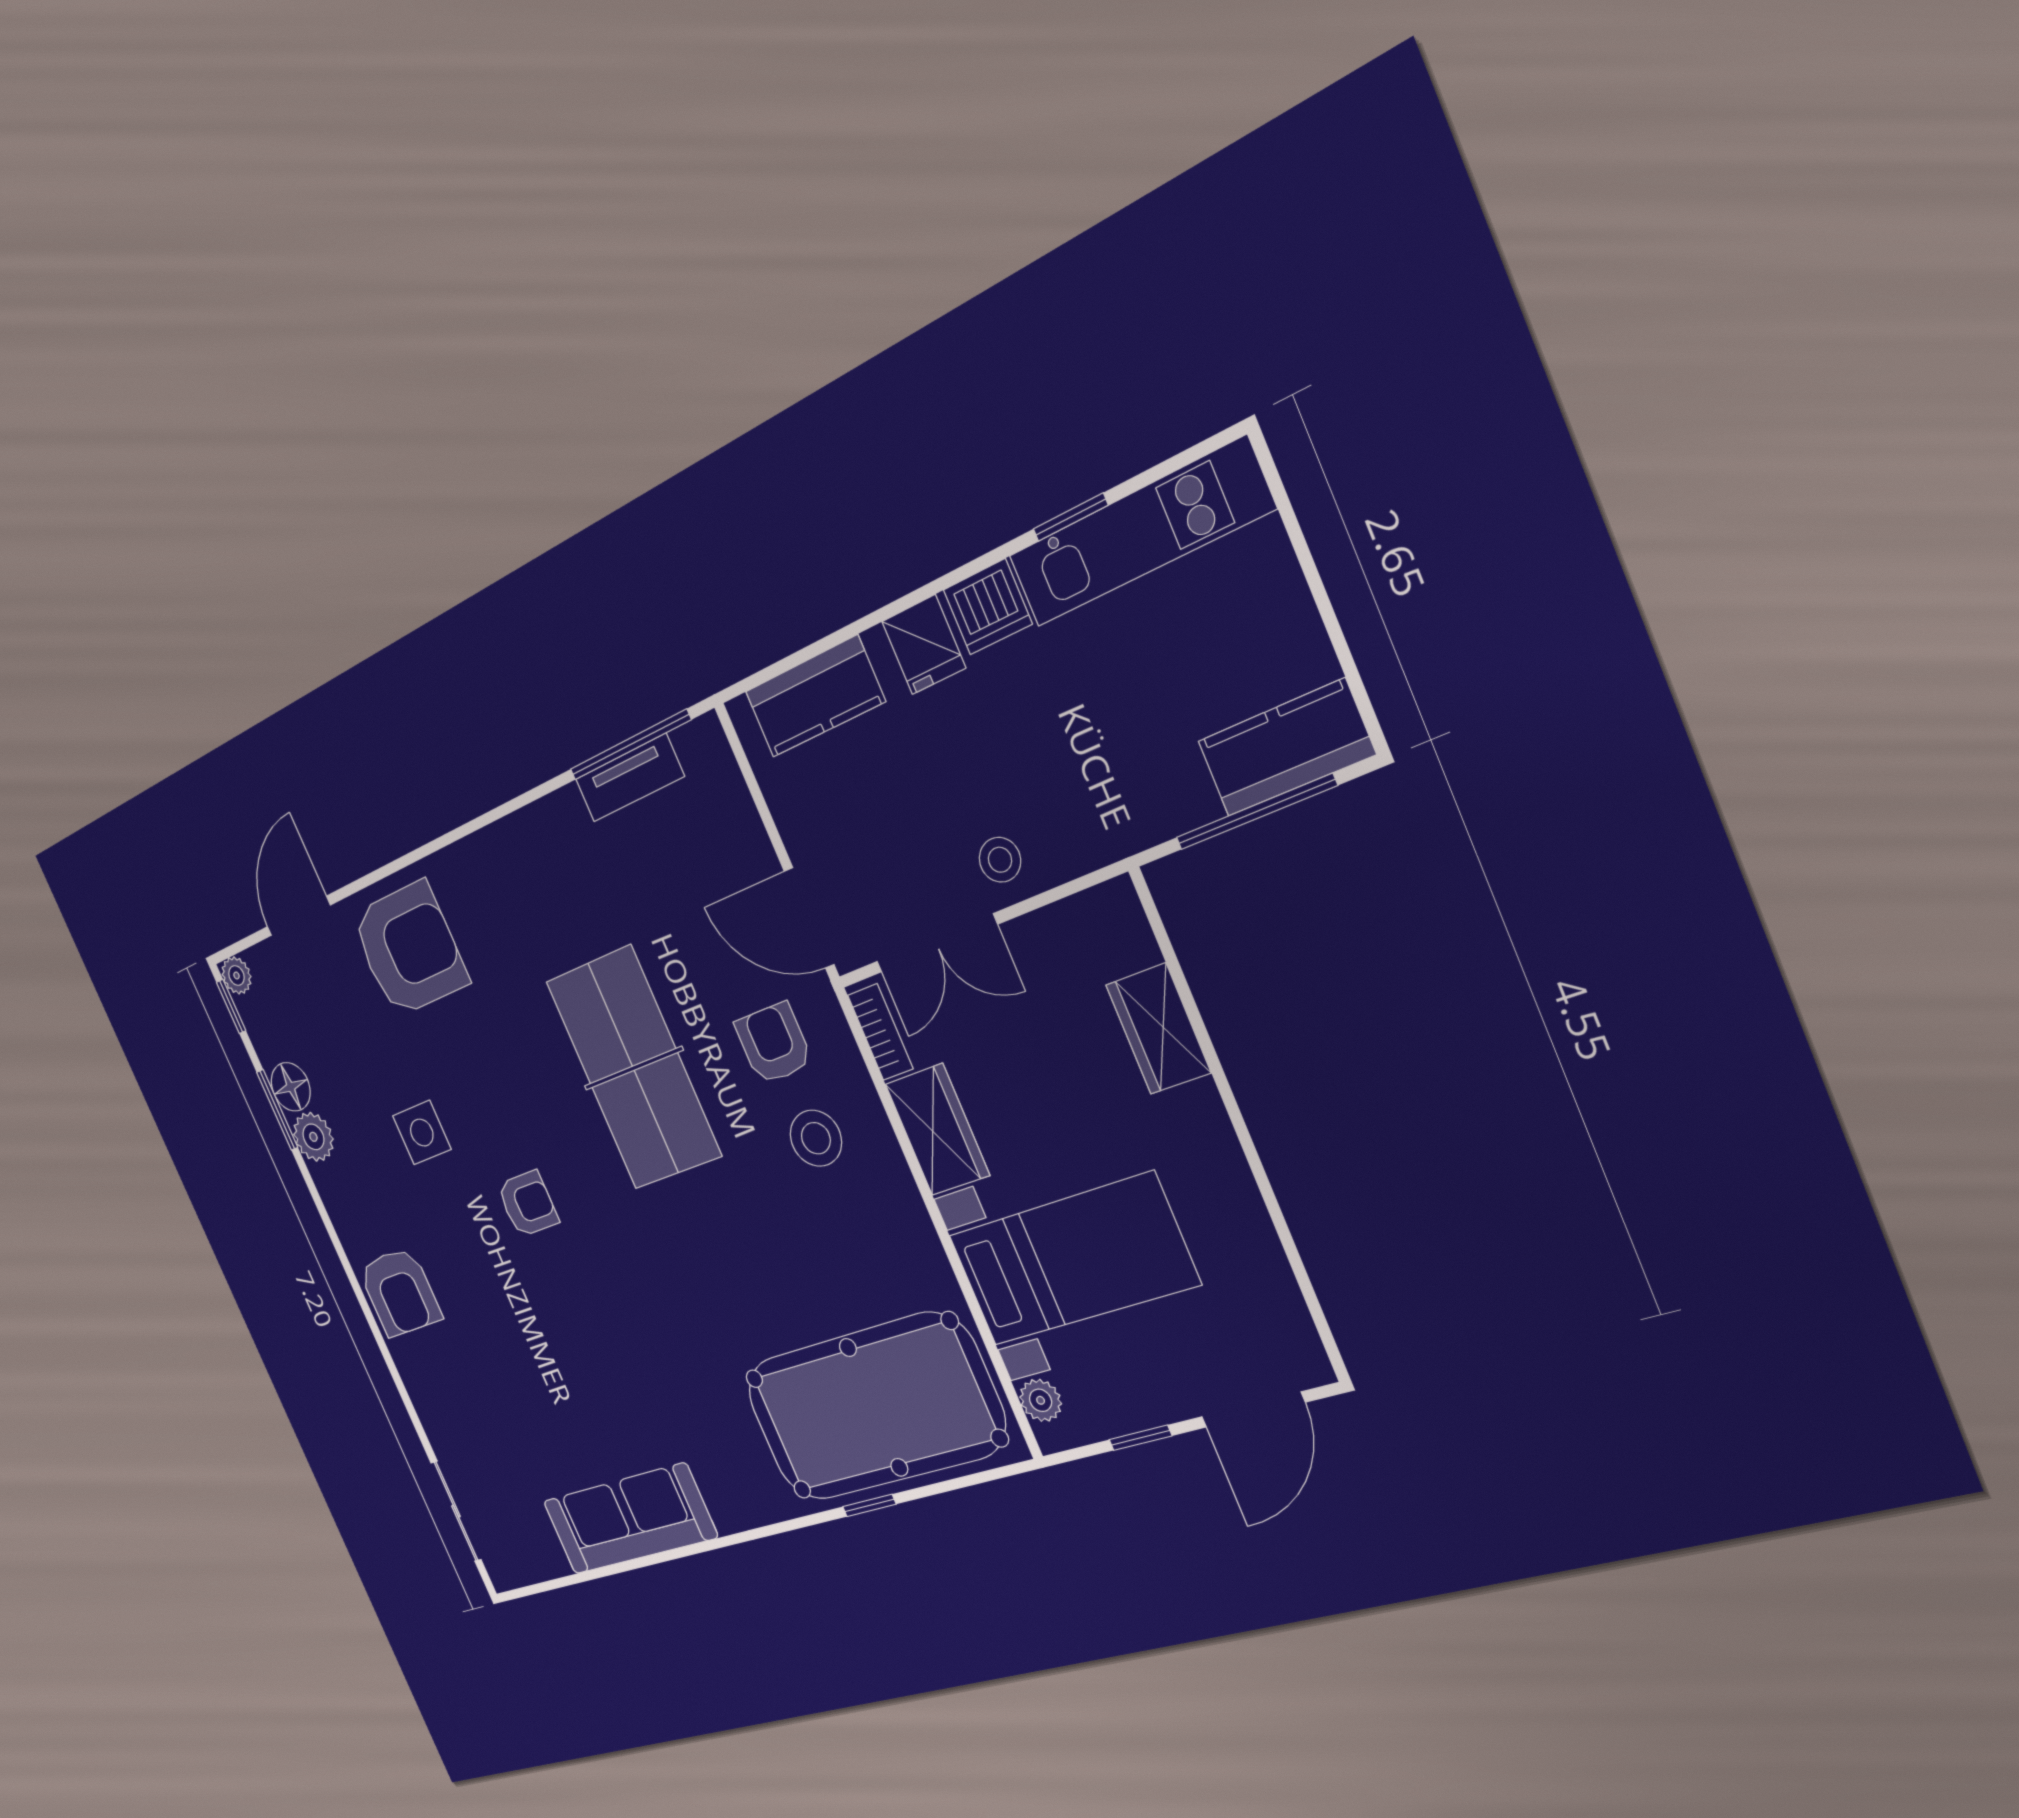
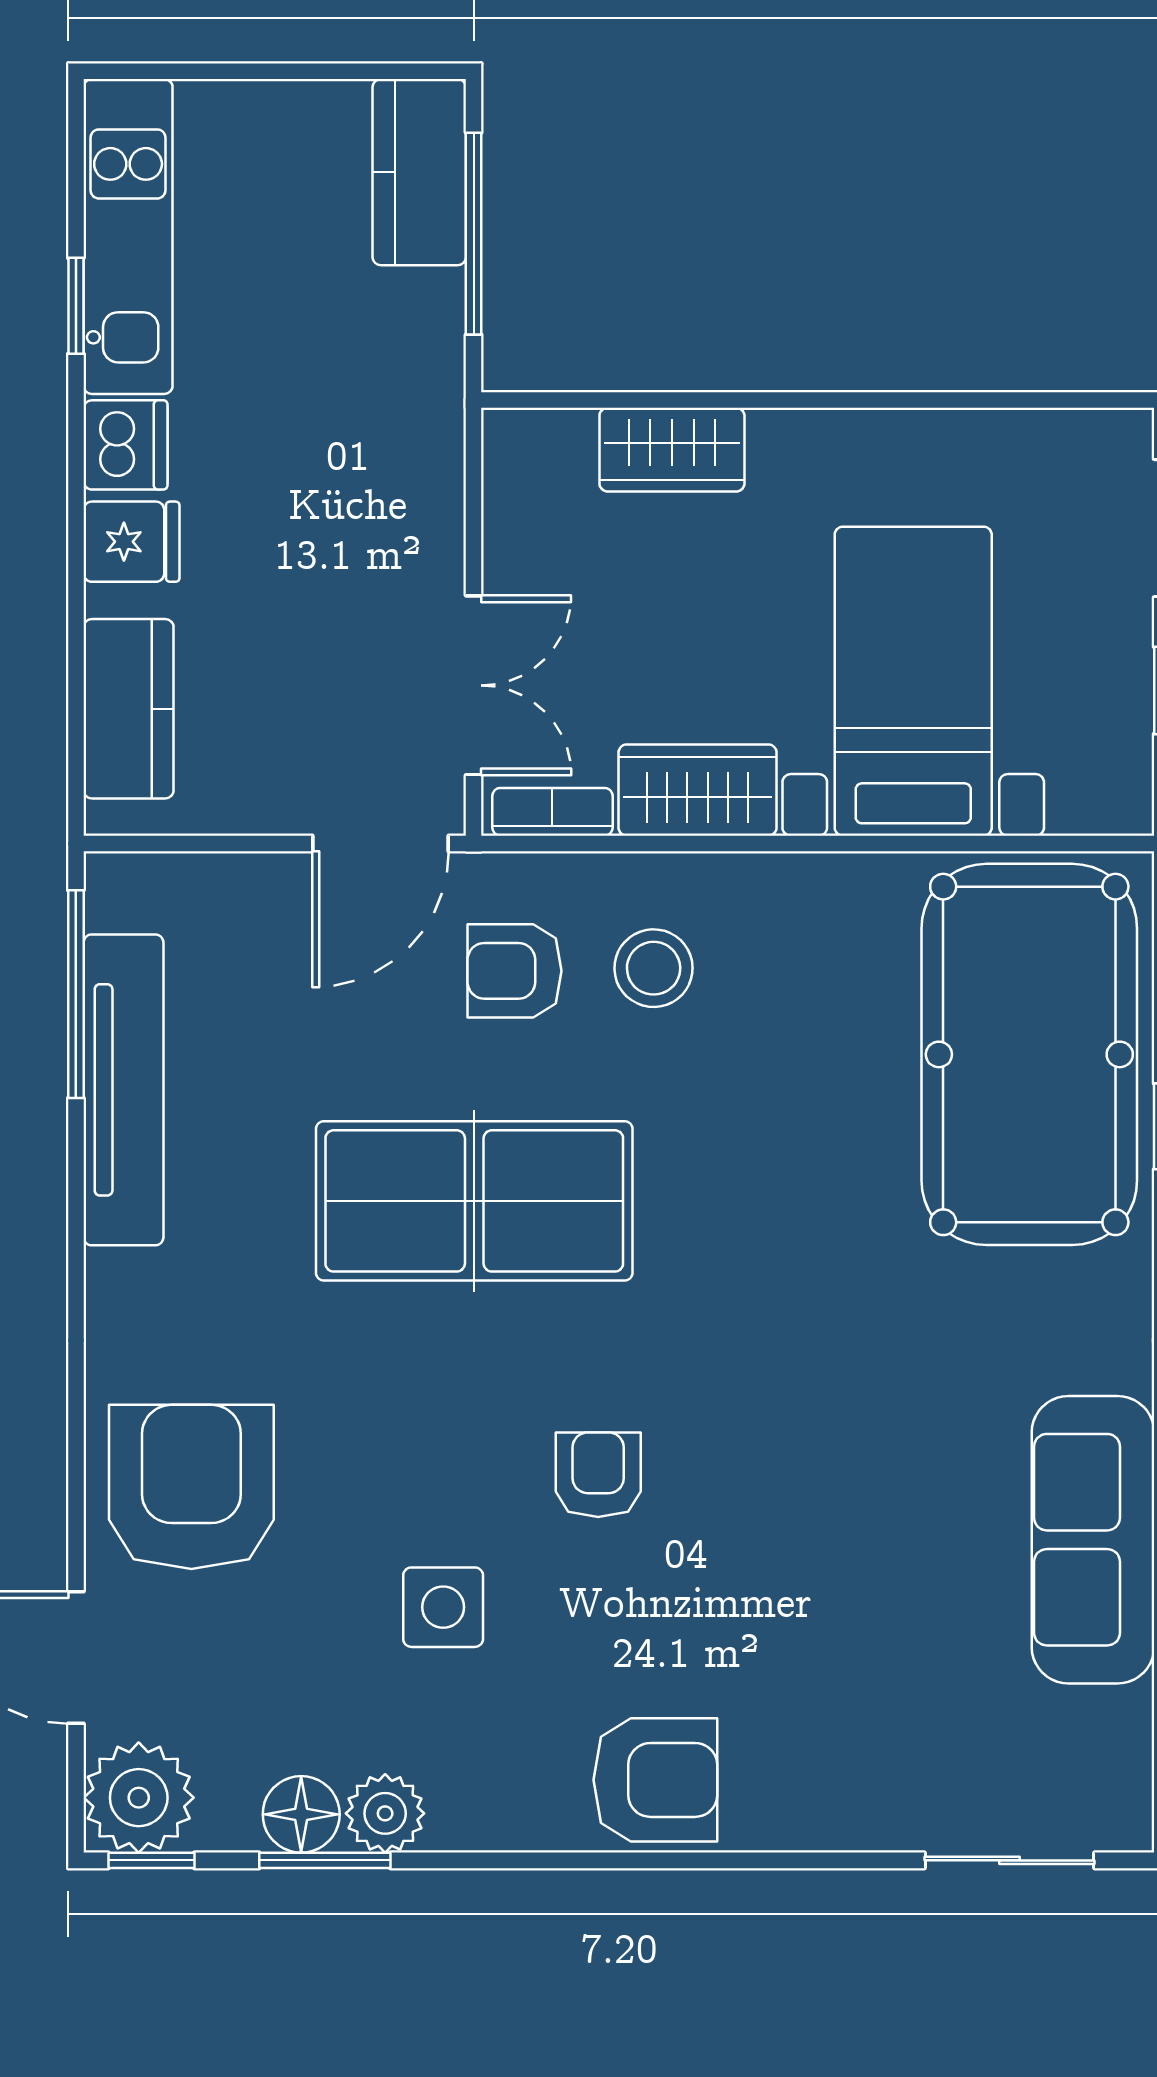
tv unit: (630, 778) -> (123, 1090), width x1.92, depth x1.29
stool: (1000, 860) -> (408, 558), removed
plant: (236, 975) -> (139, 1798), width x1.88, depth x1.88
plant: (1041, 1400) -> (1080, 806), removed

